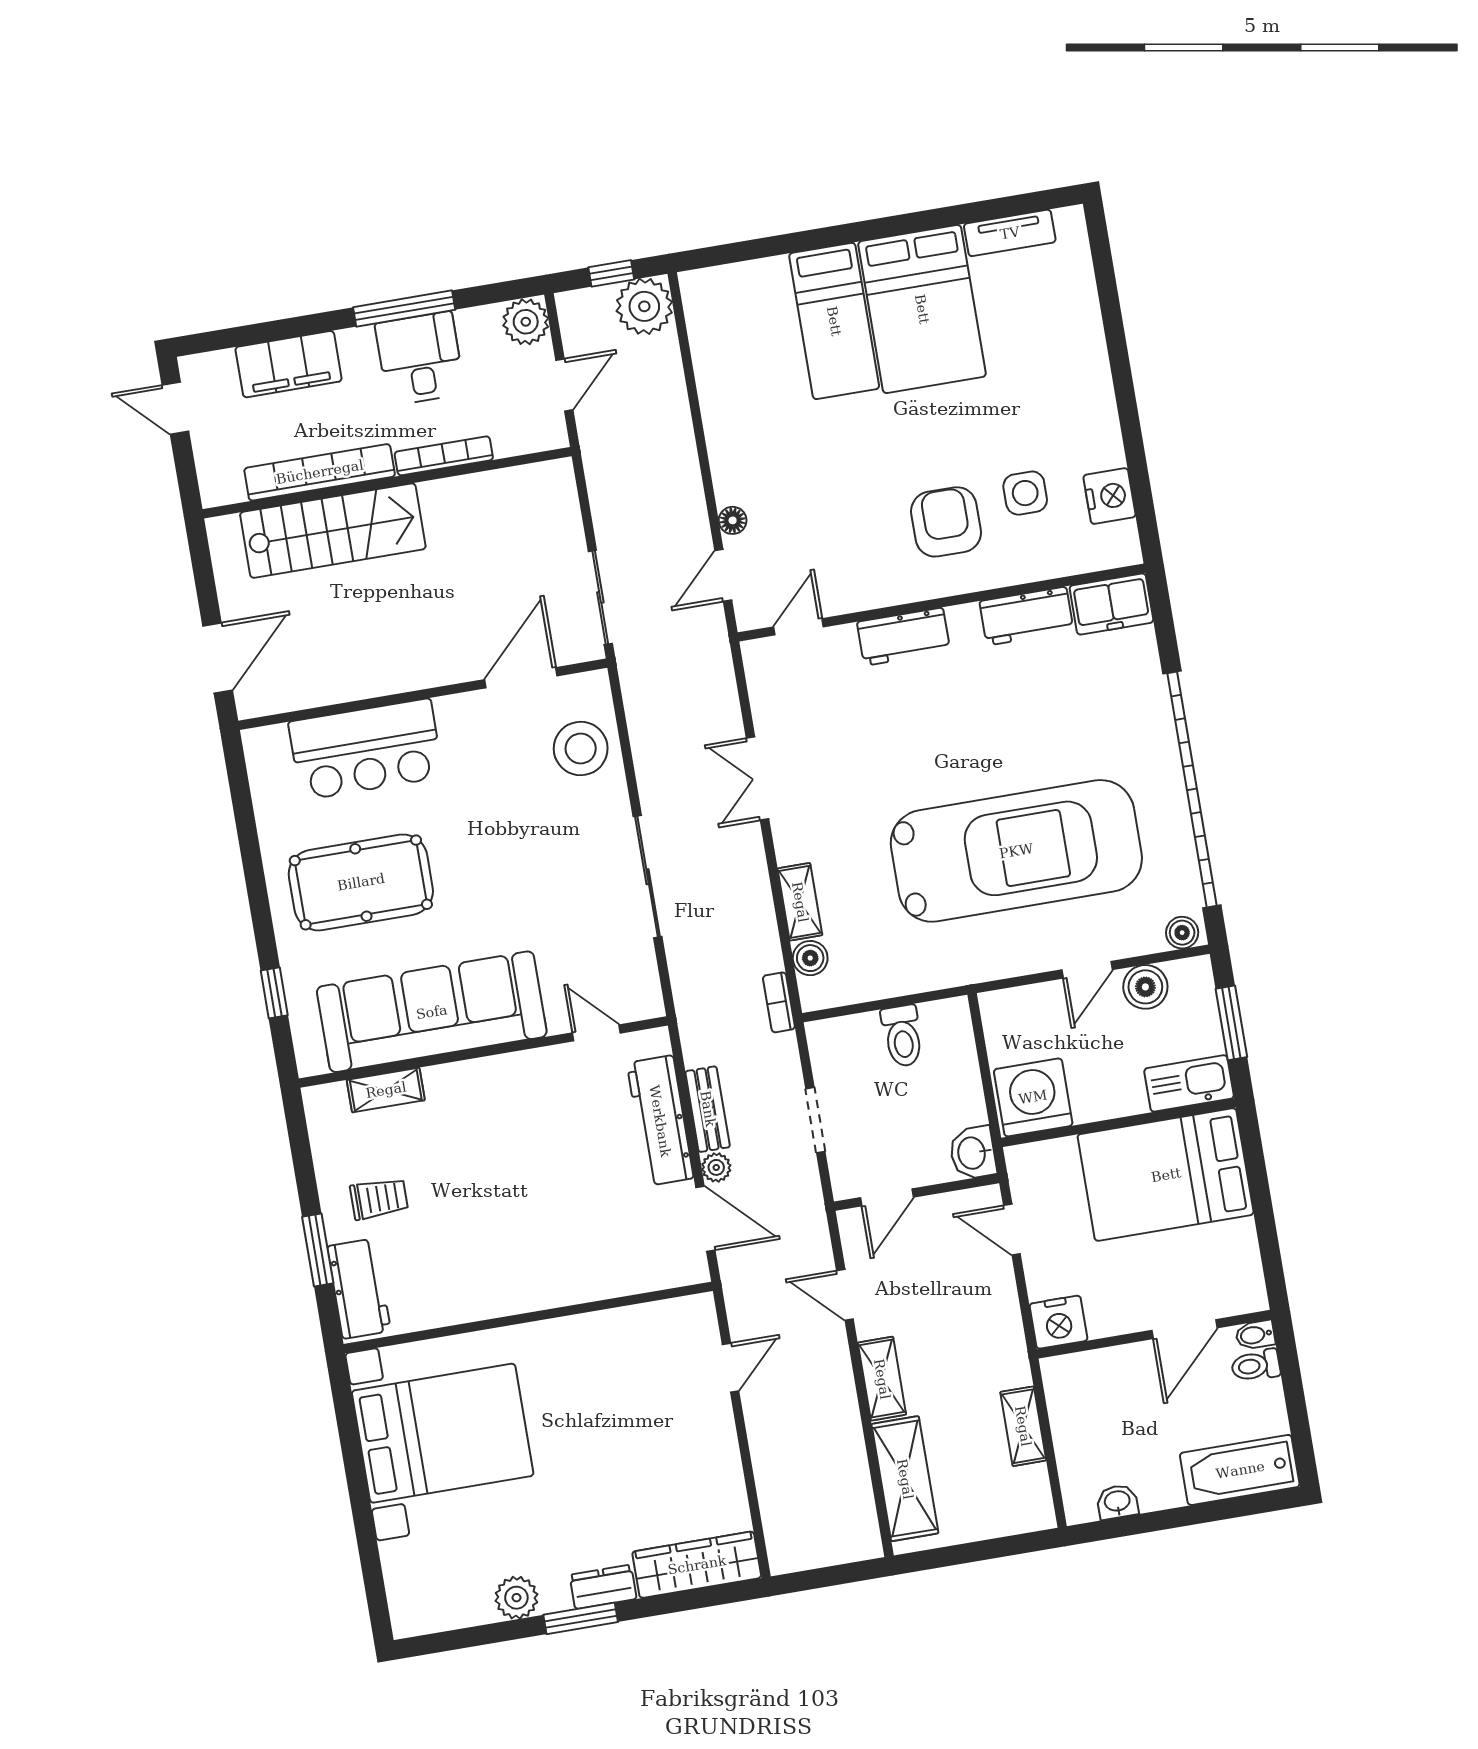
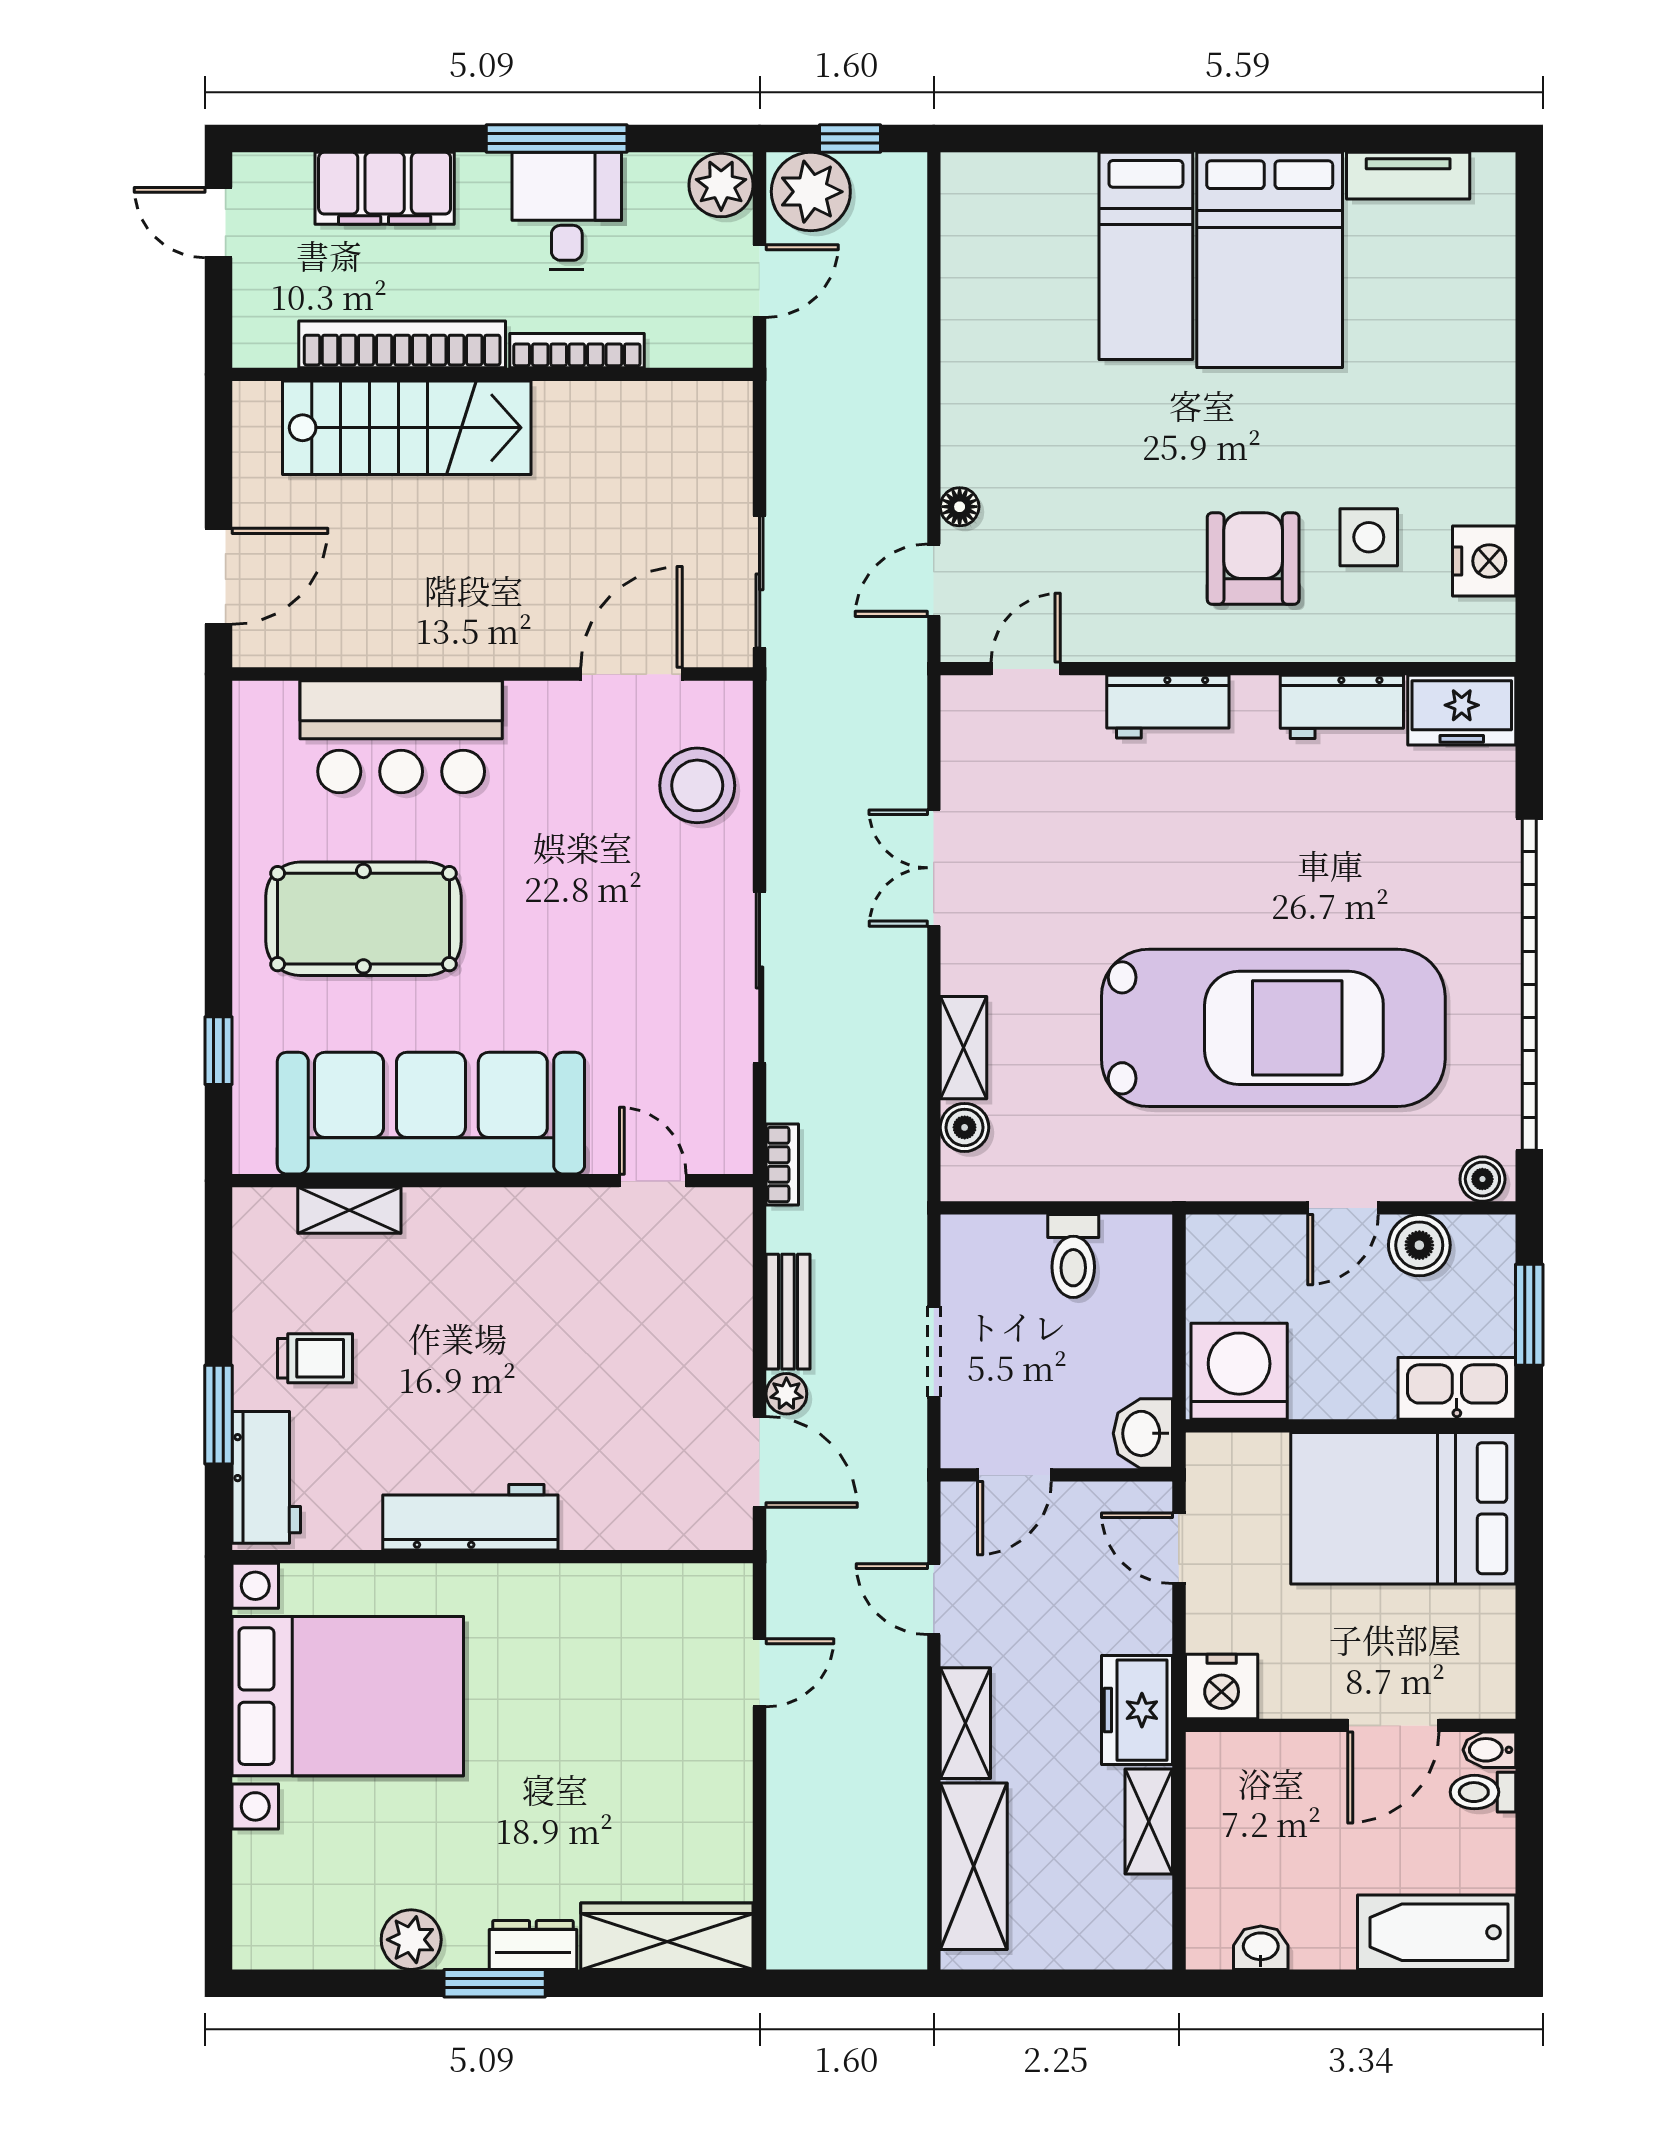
plant: (644, 306) -> (811, 192), moved
bookcase: (779, 1002) -> (782, 1165), moved, turned 180
workbench: (660, 1121) -> (470, 1517), moved, turned 90
freezer: (1002, 1349) -> (1137, 1710), added

